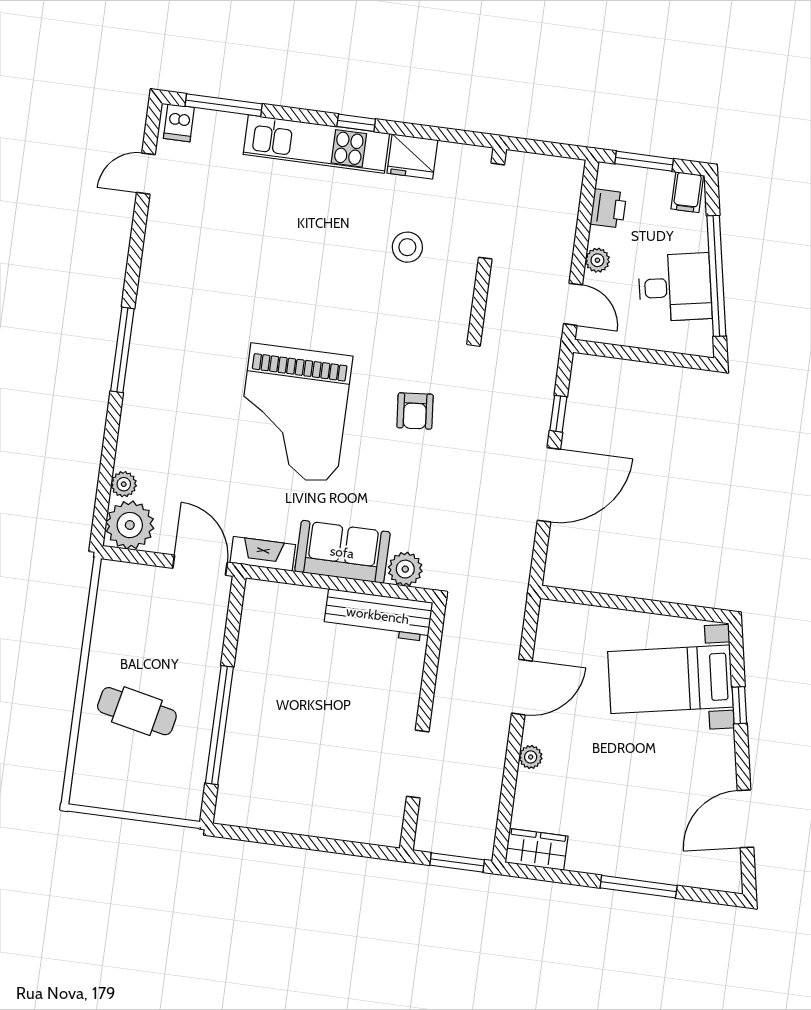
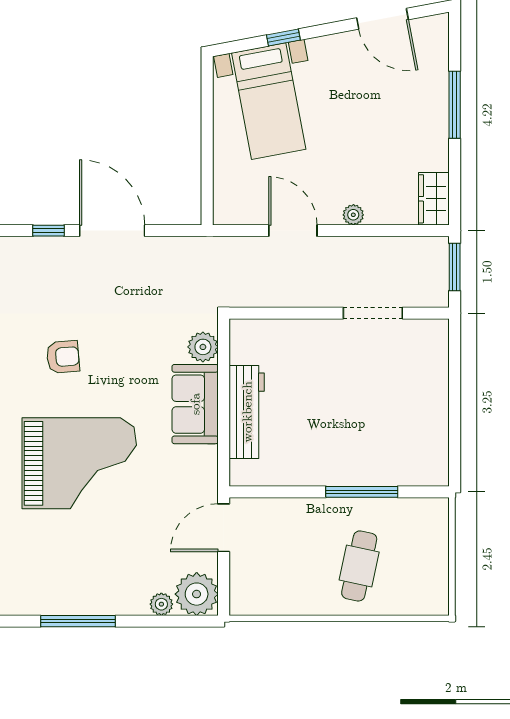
window: (122, 350) -> (78, 621), moved
fireplace: (263, 554) -> (206, 474), removed
workbench: (378, 615) -> (247, 412), moved
window: (219, 725) -> (362, 492), width x0.68

